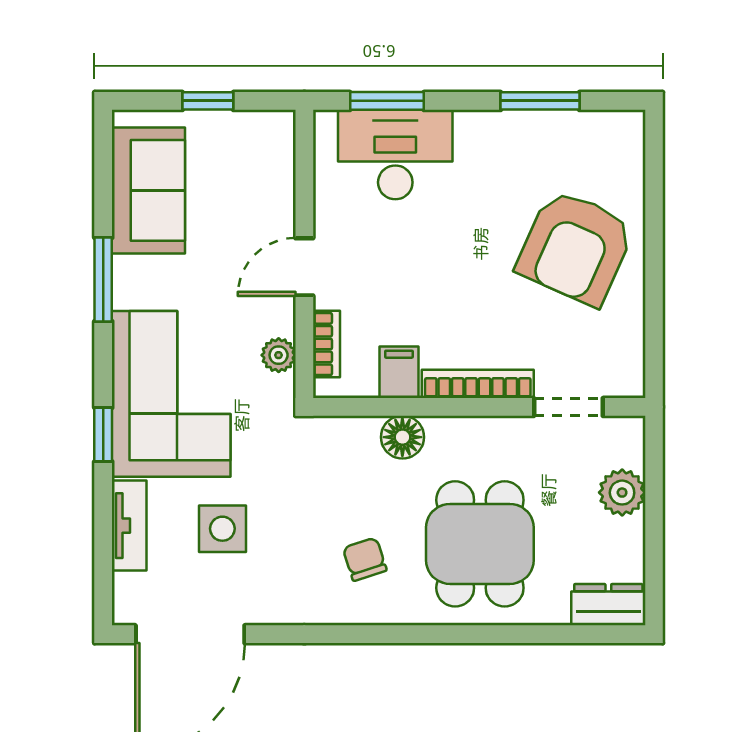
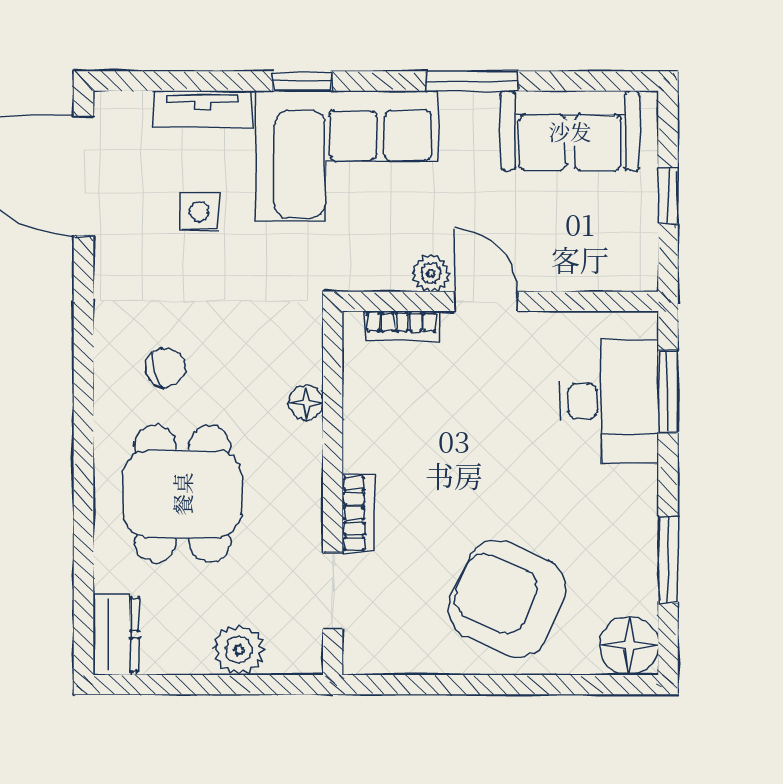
floor lamp: (618, 137) -> (629, 646), added
plant: (279, 355) -> (431, 273), moved
filing cabinet: (399, 372) -> (371, 405), removed
bookcase: (478, 384) -> (358, 514), width x0.64
floor lamp: (402, 437) -> (306, 403), width x0.73, depth x0.73
side table: (222, 529) -> (199, 212), width x0.73, depth x0.73
dining table: (480, 544) -> (182, 494), turned 90

